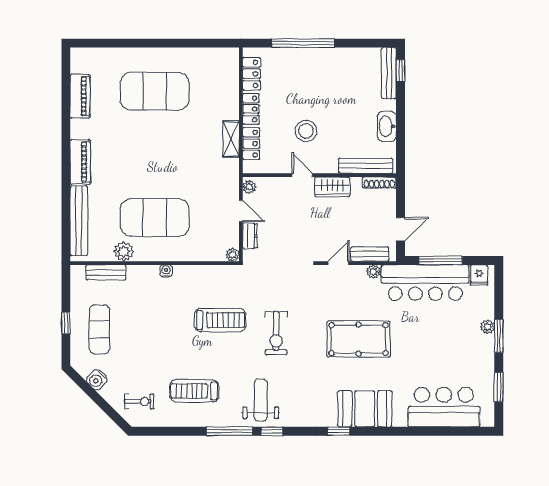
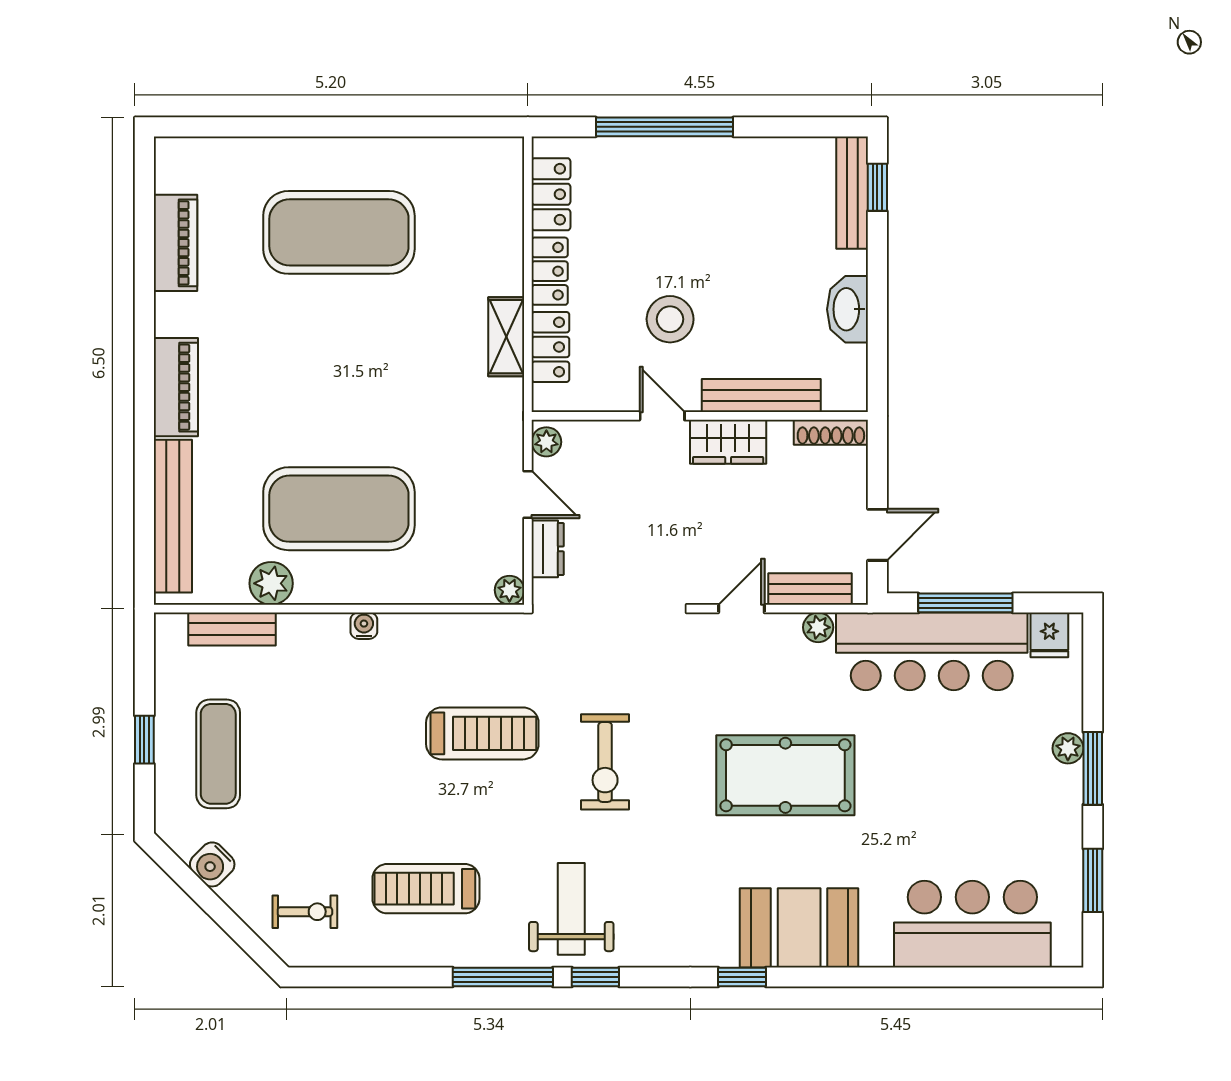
bench: (366, 166) -> (761, 396), moved

